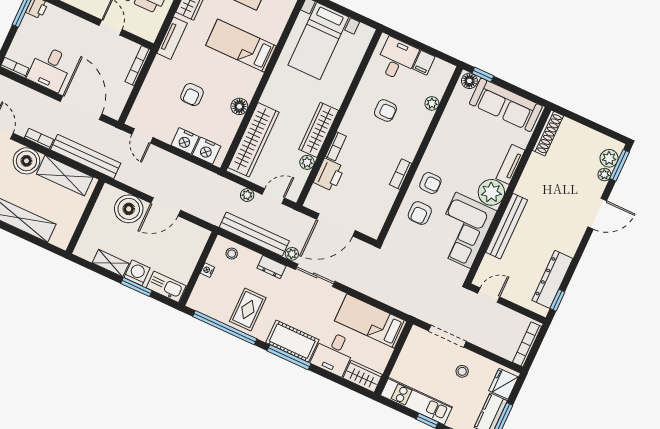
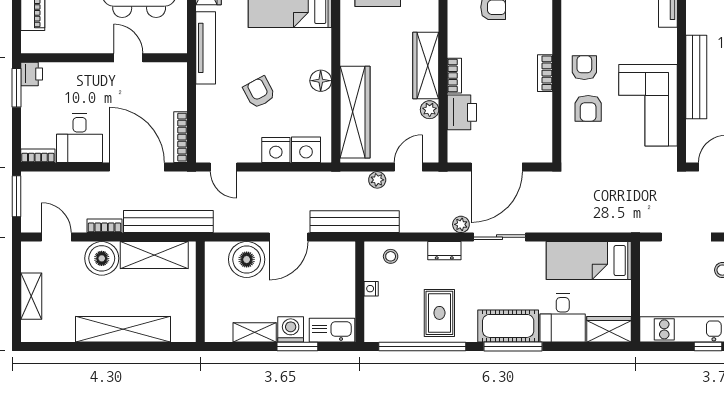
tv unit: (172, 38) -> (206, 48), width x1.41
bookcase: (138, 66) -> (180, 137), moved
armchair: (192, 95) -> (259, 92), turned 152
armchair: (430, 183) -> (584, 68), turned -90
plant: (491, 192) -> (660, 46), removed
bench: (254, 234) -> (355, 222), moved

